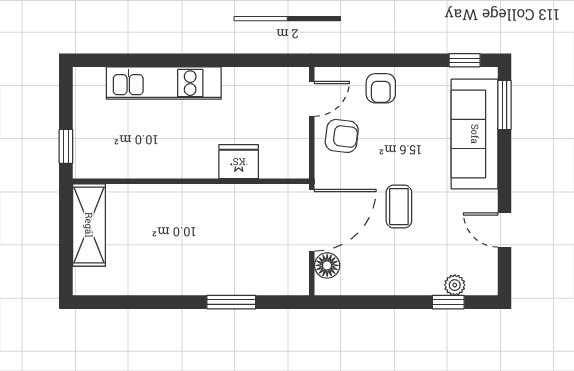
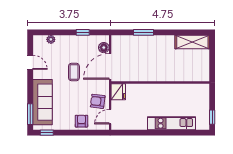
window: (66, 146) -> (212, 117), moved
fridge: (239, 162) -> (118, 92), moved, turned -90
shelving: (89, 225) -> (192, 42), moved, turned 90
window: (448, 302) -> (83, 32), moved

